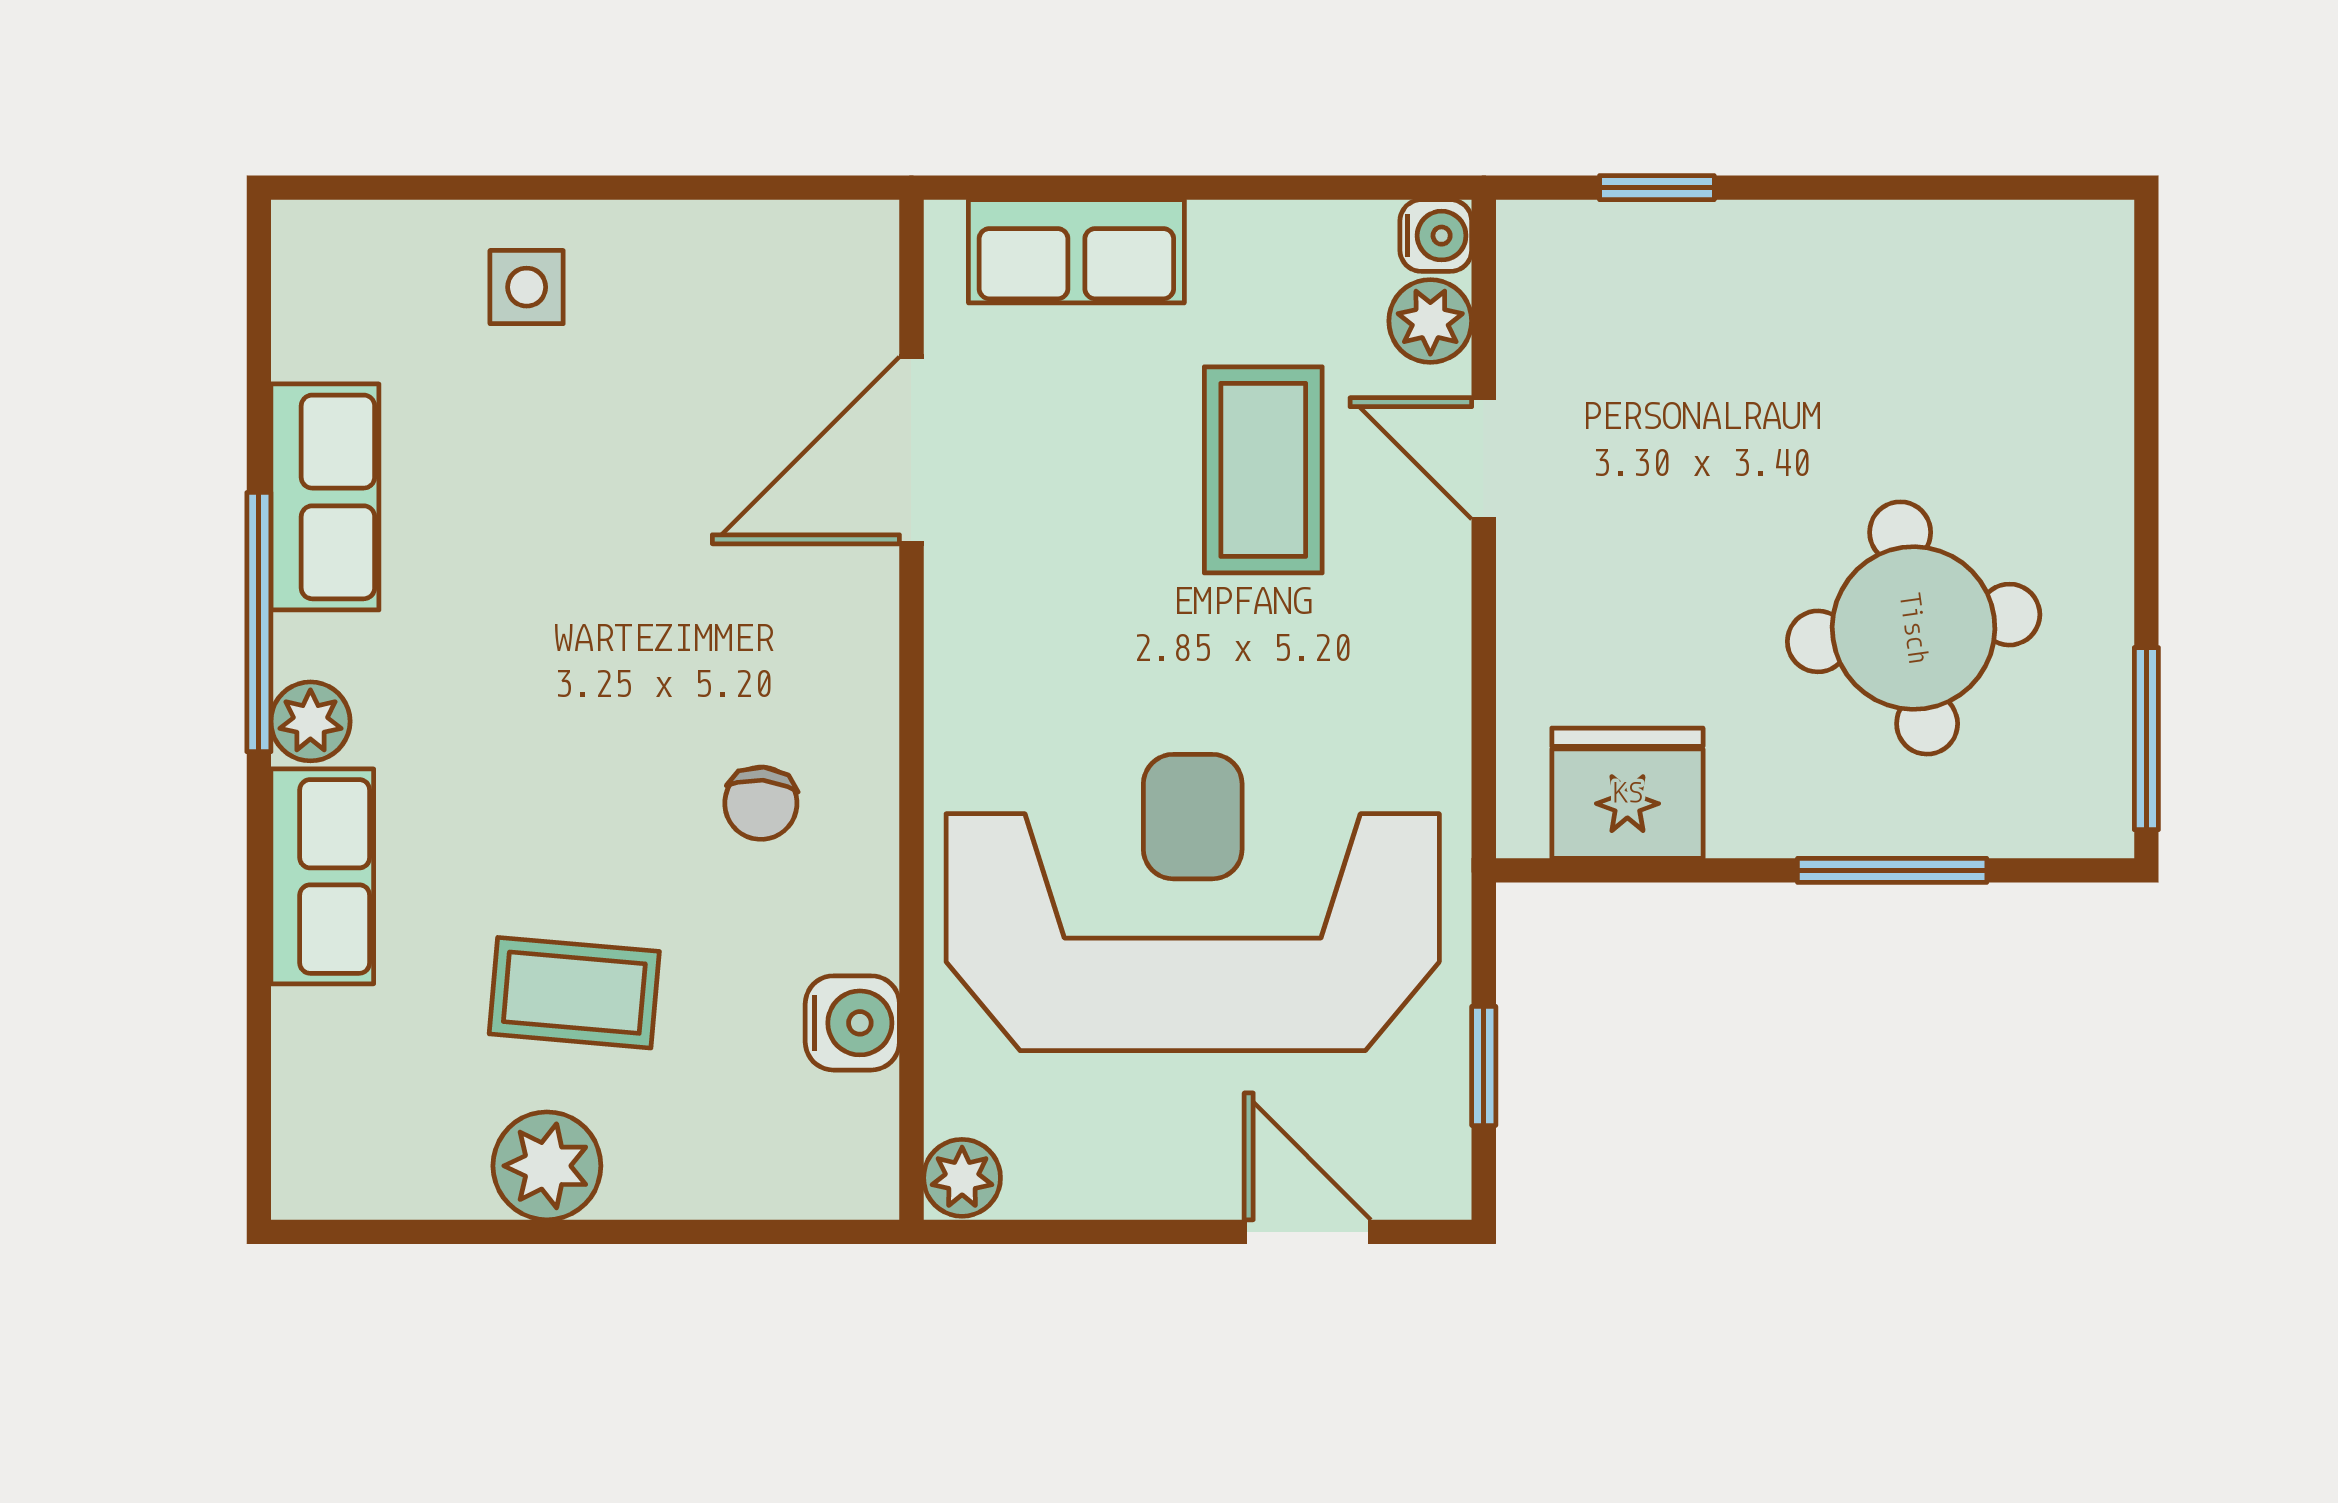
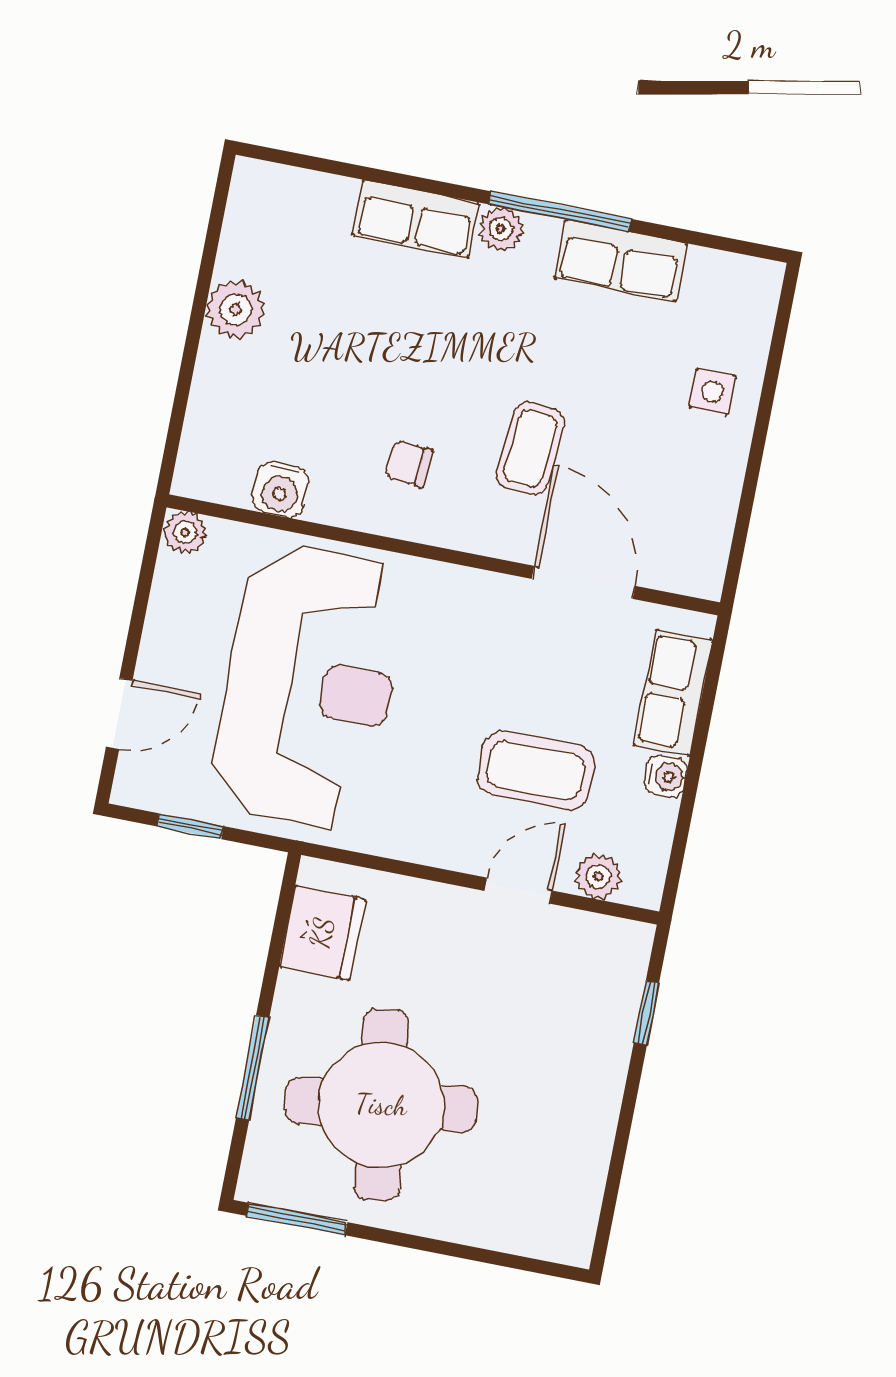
water cooler: (1436, 236) -> (666, 776), moved, turned -90
round table: (1914, 628) -> (381, 1105), width x1.36, depth x1.36
coffee table: (574, 993) -> (530, 448), moved

